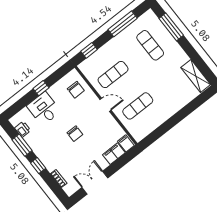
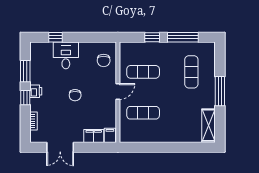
window: (171, 27) -> (220, 91), moved
window: (89, 50) -> (152, 37), moved
window: (41, 88) -> (55, 37), moved
door: (106, 105) -> (118, 91), hinge flipped
printer: (23, 129) -> (36, 91), moved
double door: (95, 183) -> (60, 147), swing flipped

